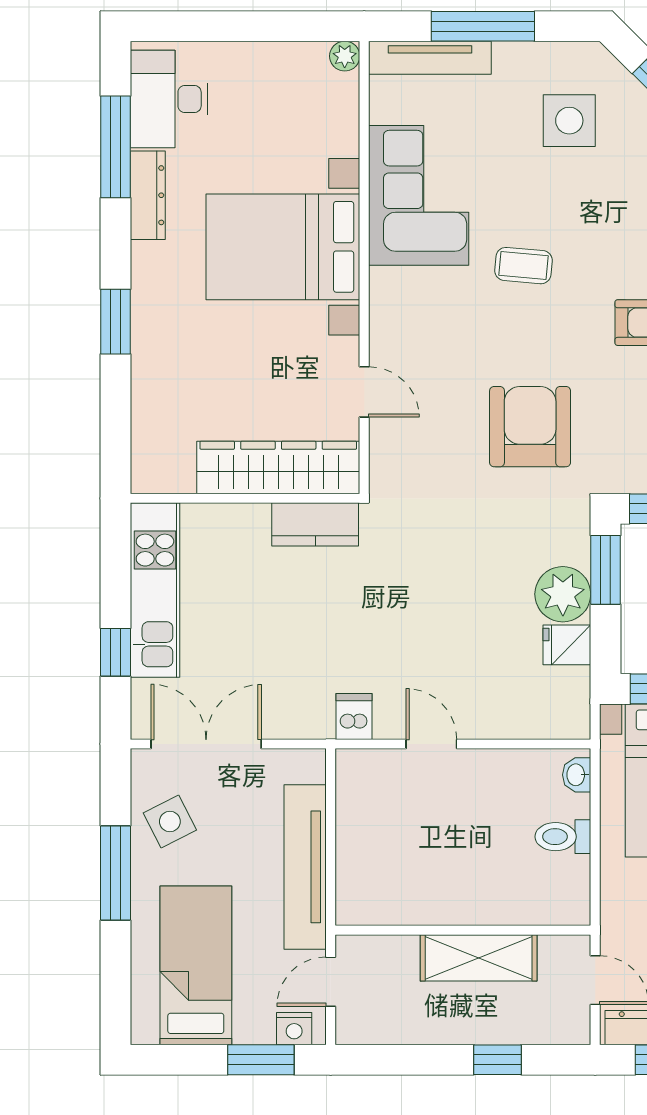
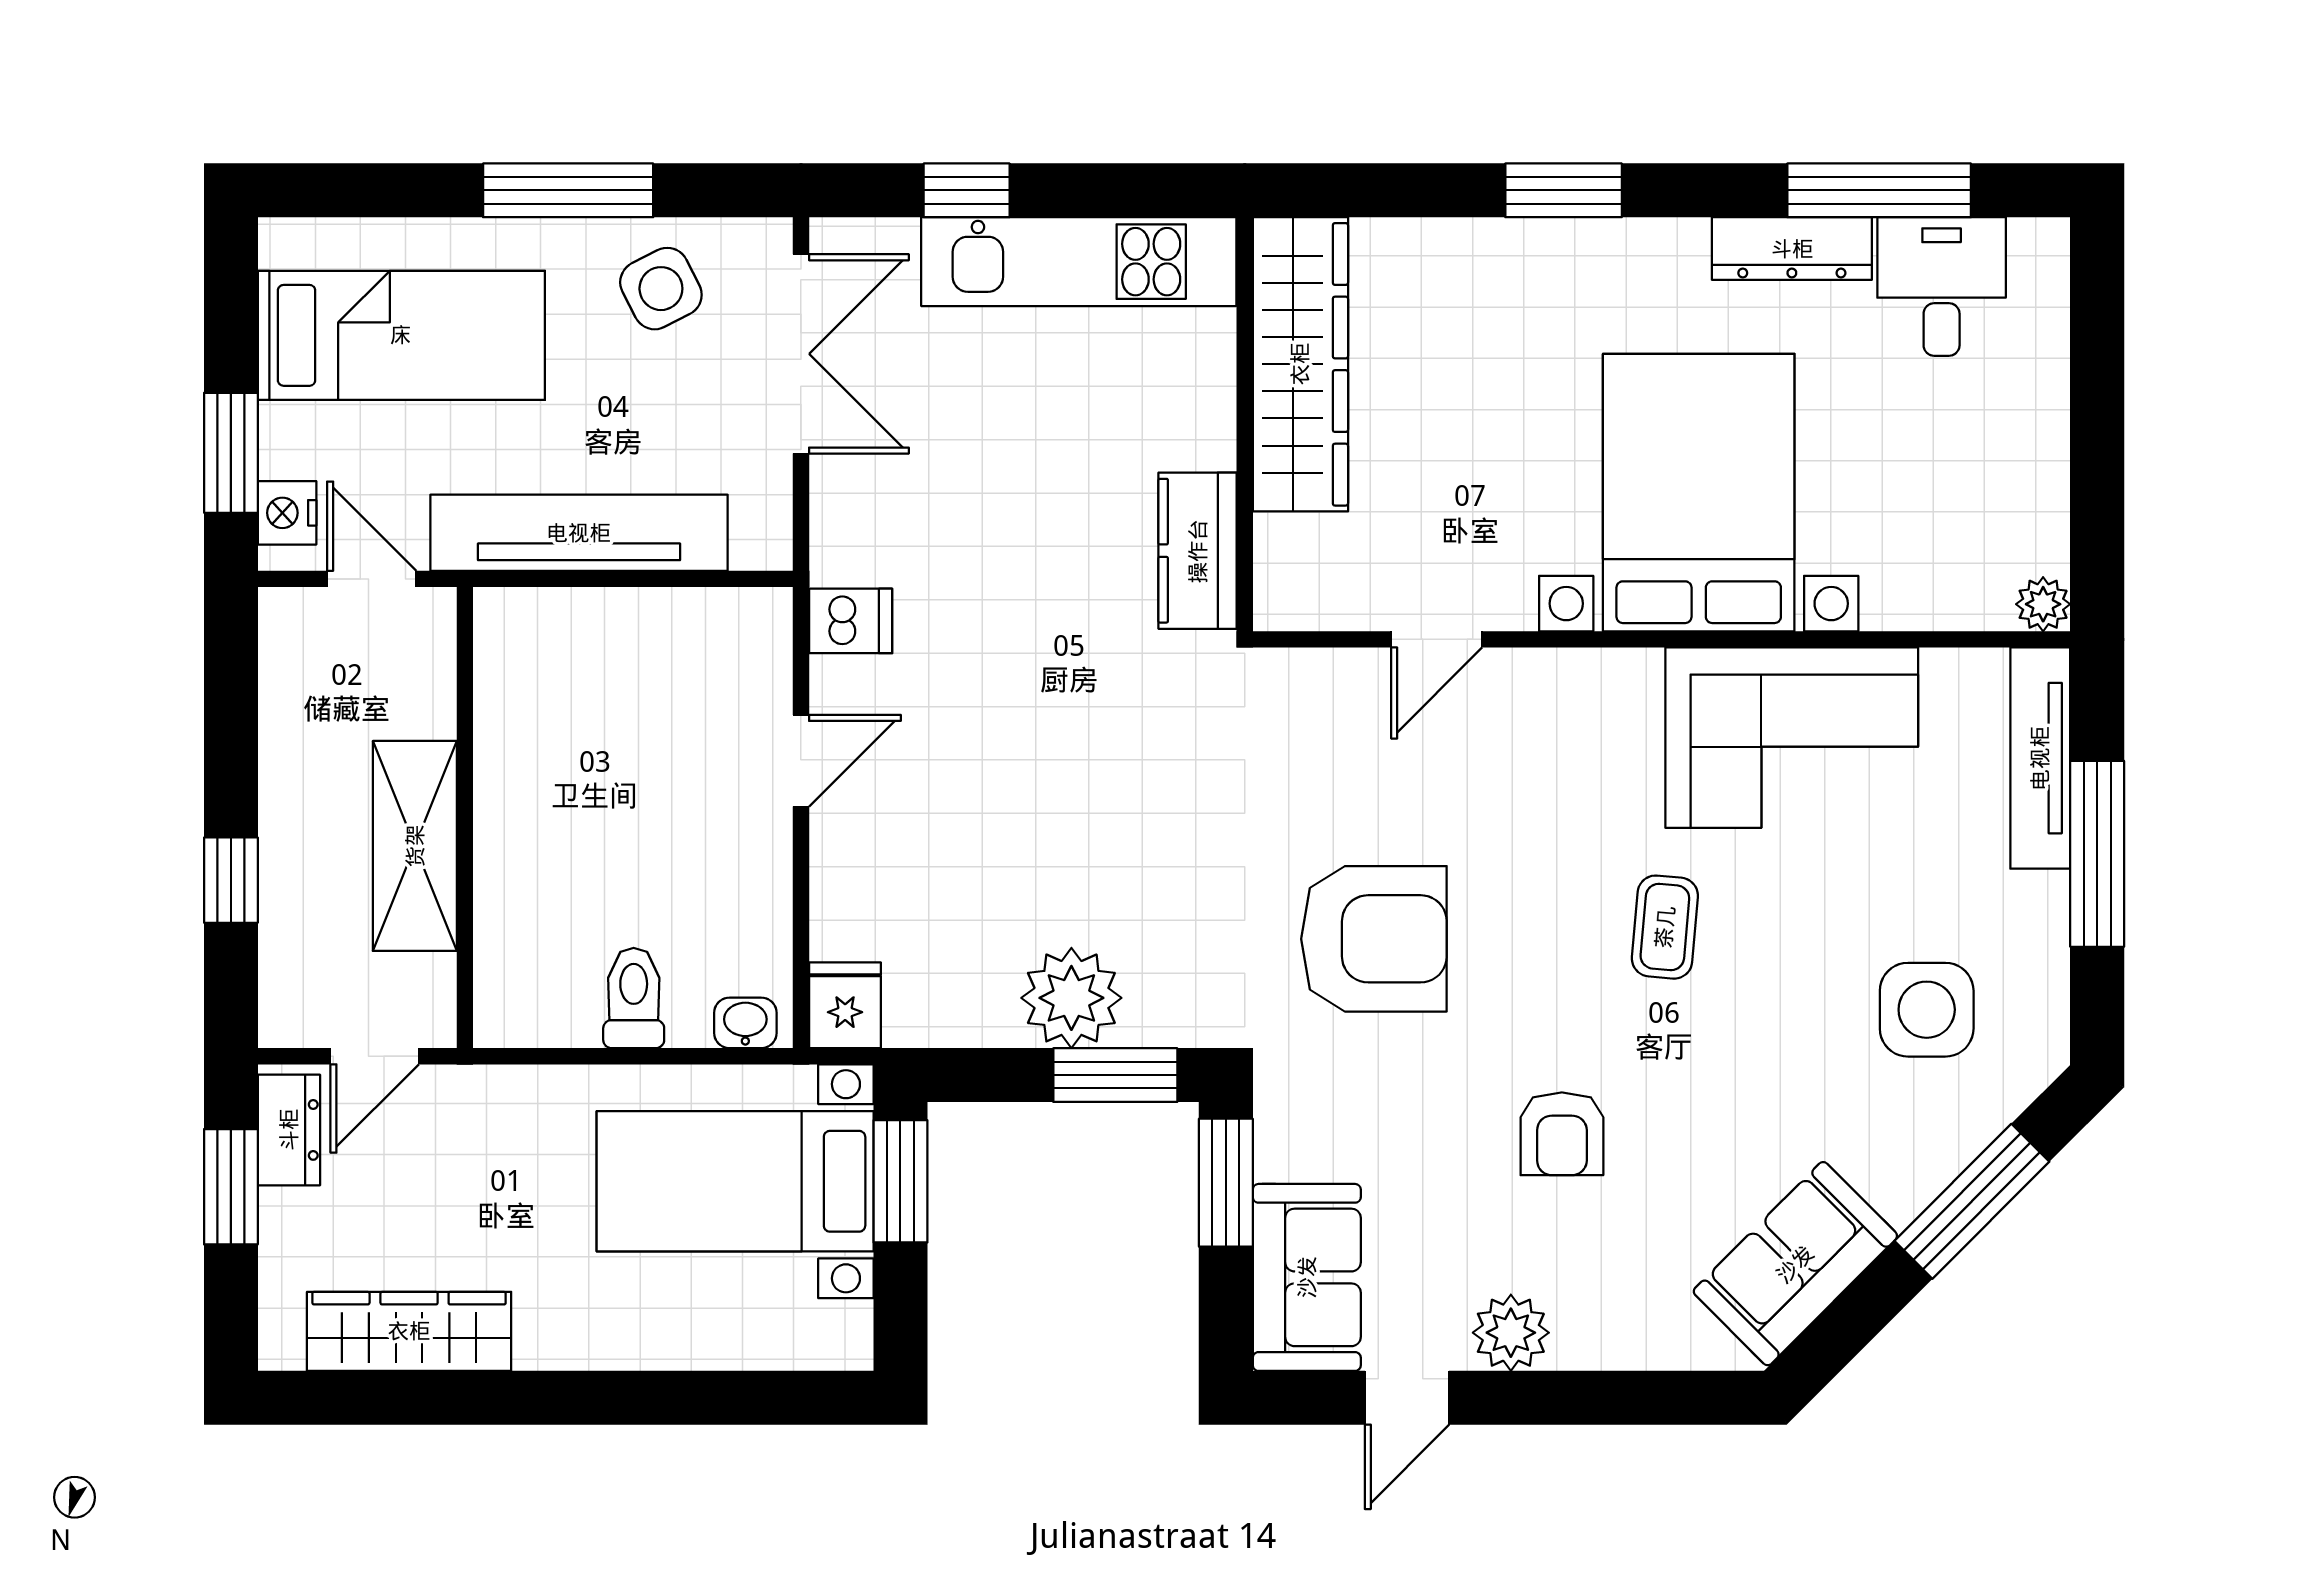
desk: (169, 99) -> (1942, 287), width x0.73
wardrobe: (278, 467) -> (1300, 364), moved
fridge: (567, 645) -> (845, 1005), moved

